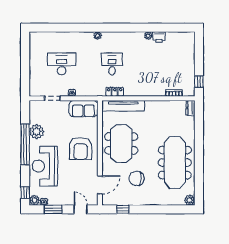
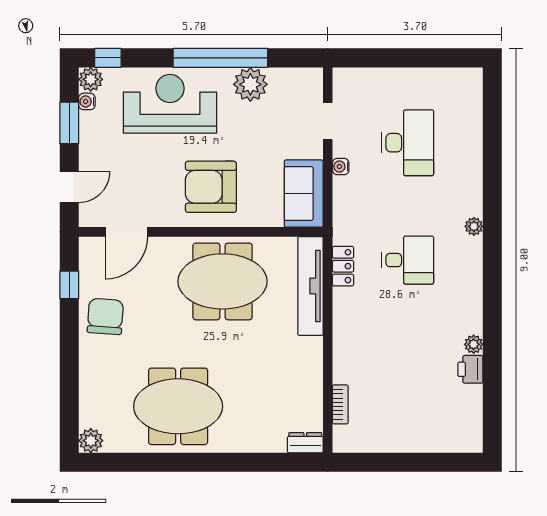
window: (199, 82) -> (367, 462), removed
meeting table: (175, 163) -> (178, 406), width x0.73
chair: (137, 178) -> (105, 316), moved
door: (100, 185) -> (126, 232), hinge flipped

